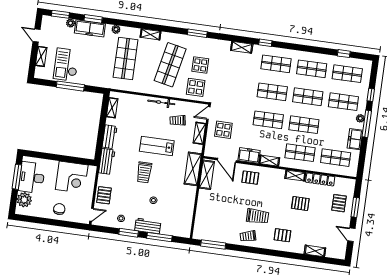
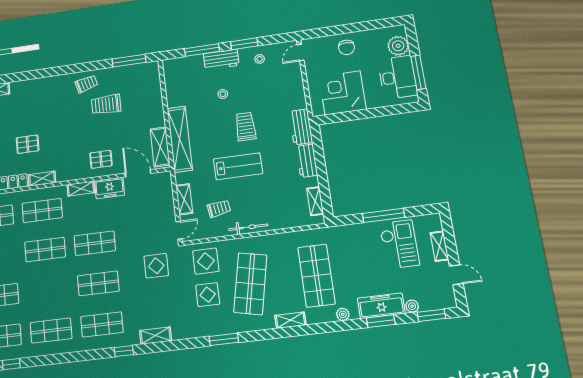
shop shelf: (308, 97) -> (48, 290), removed
display table: (223, 130) -> (156, 266), moved
shelving: (193, 169) -> (180, 139), width x1.47
pallet: (104, 195) -> (291, 82), removed
trolley: (258, 216) -> (106, 104), moved
pallet: (282, 235) -> (42, 98), removed

